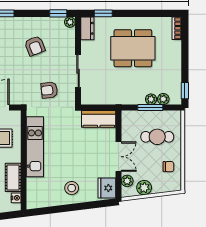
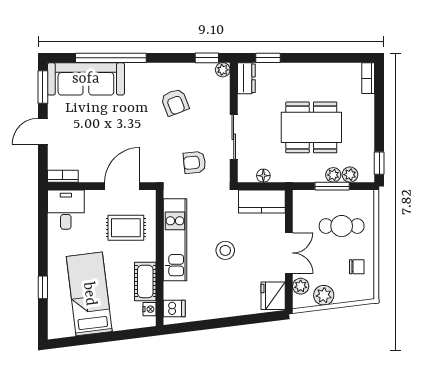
dining table: (133, 48) -> (311, 127), moved
floor lamp: (100, 100) -> (263, 176), added
stool: (72, 188) -> (225, 250), moved
dishwasher: (34, 197) -> (174, 309), added

